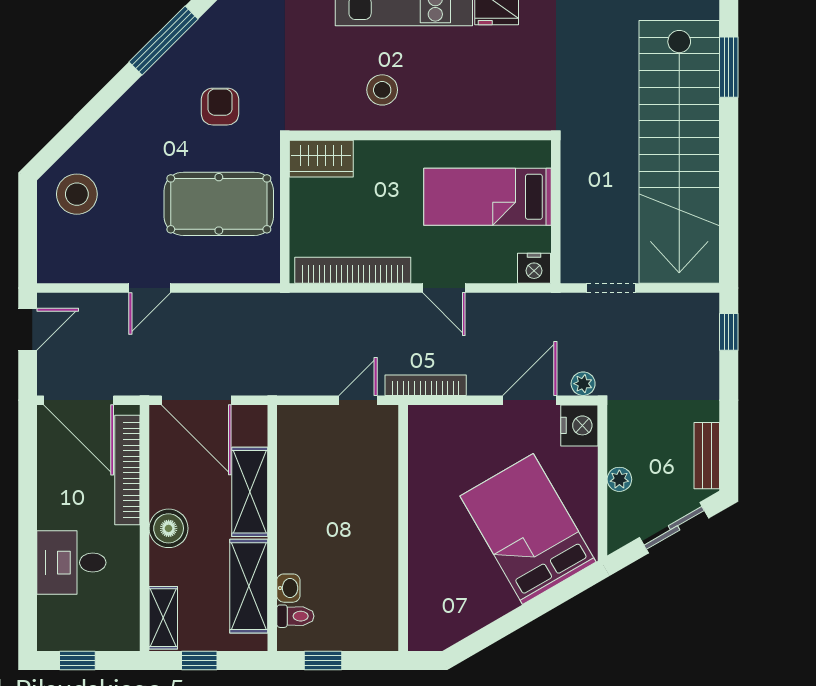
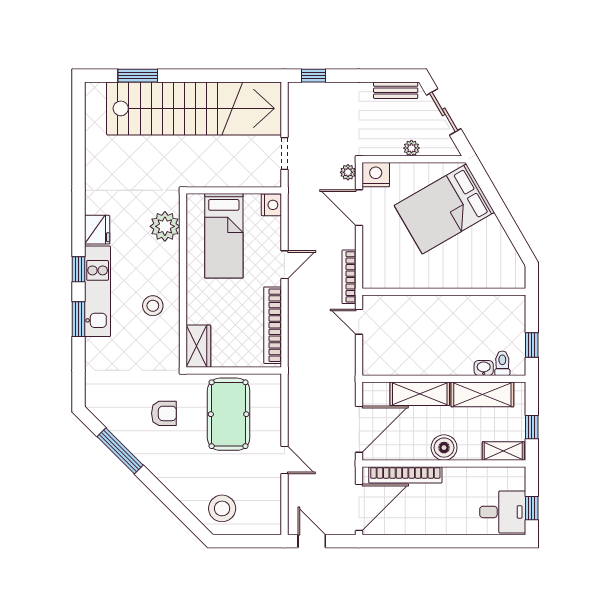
armchair: (220, 107) -> (164, 413), turned 180
plant: (502, 108) -> (165, 226), added
desk: (71, 563) -> (503, 512), moved, turned -90

